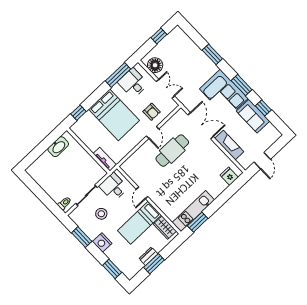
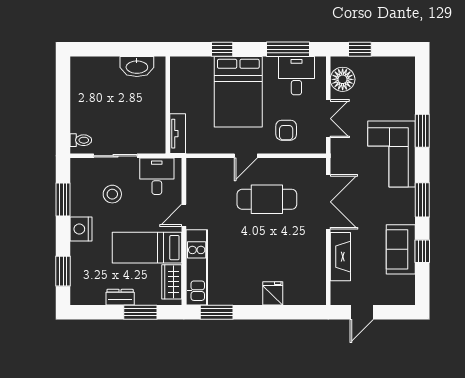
window: (159, 36) -> (360, 49), moved
corner sofa: (224, 94) -> (392, 154), moved
window: (78, 113) -> (222, 49), moved
door: (153, 132) -> (246, 156), moved
fridge: (229, 176) -> (273, 293), moved
kitchen unit: (193, 211) -> (197, 267), moved, turned 90
window: (154, 264) -> (140, 312), moved

